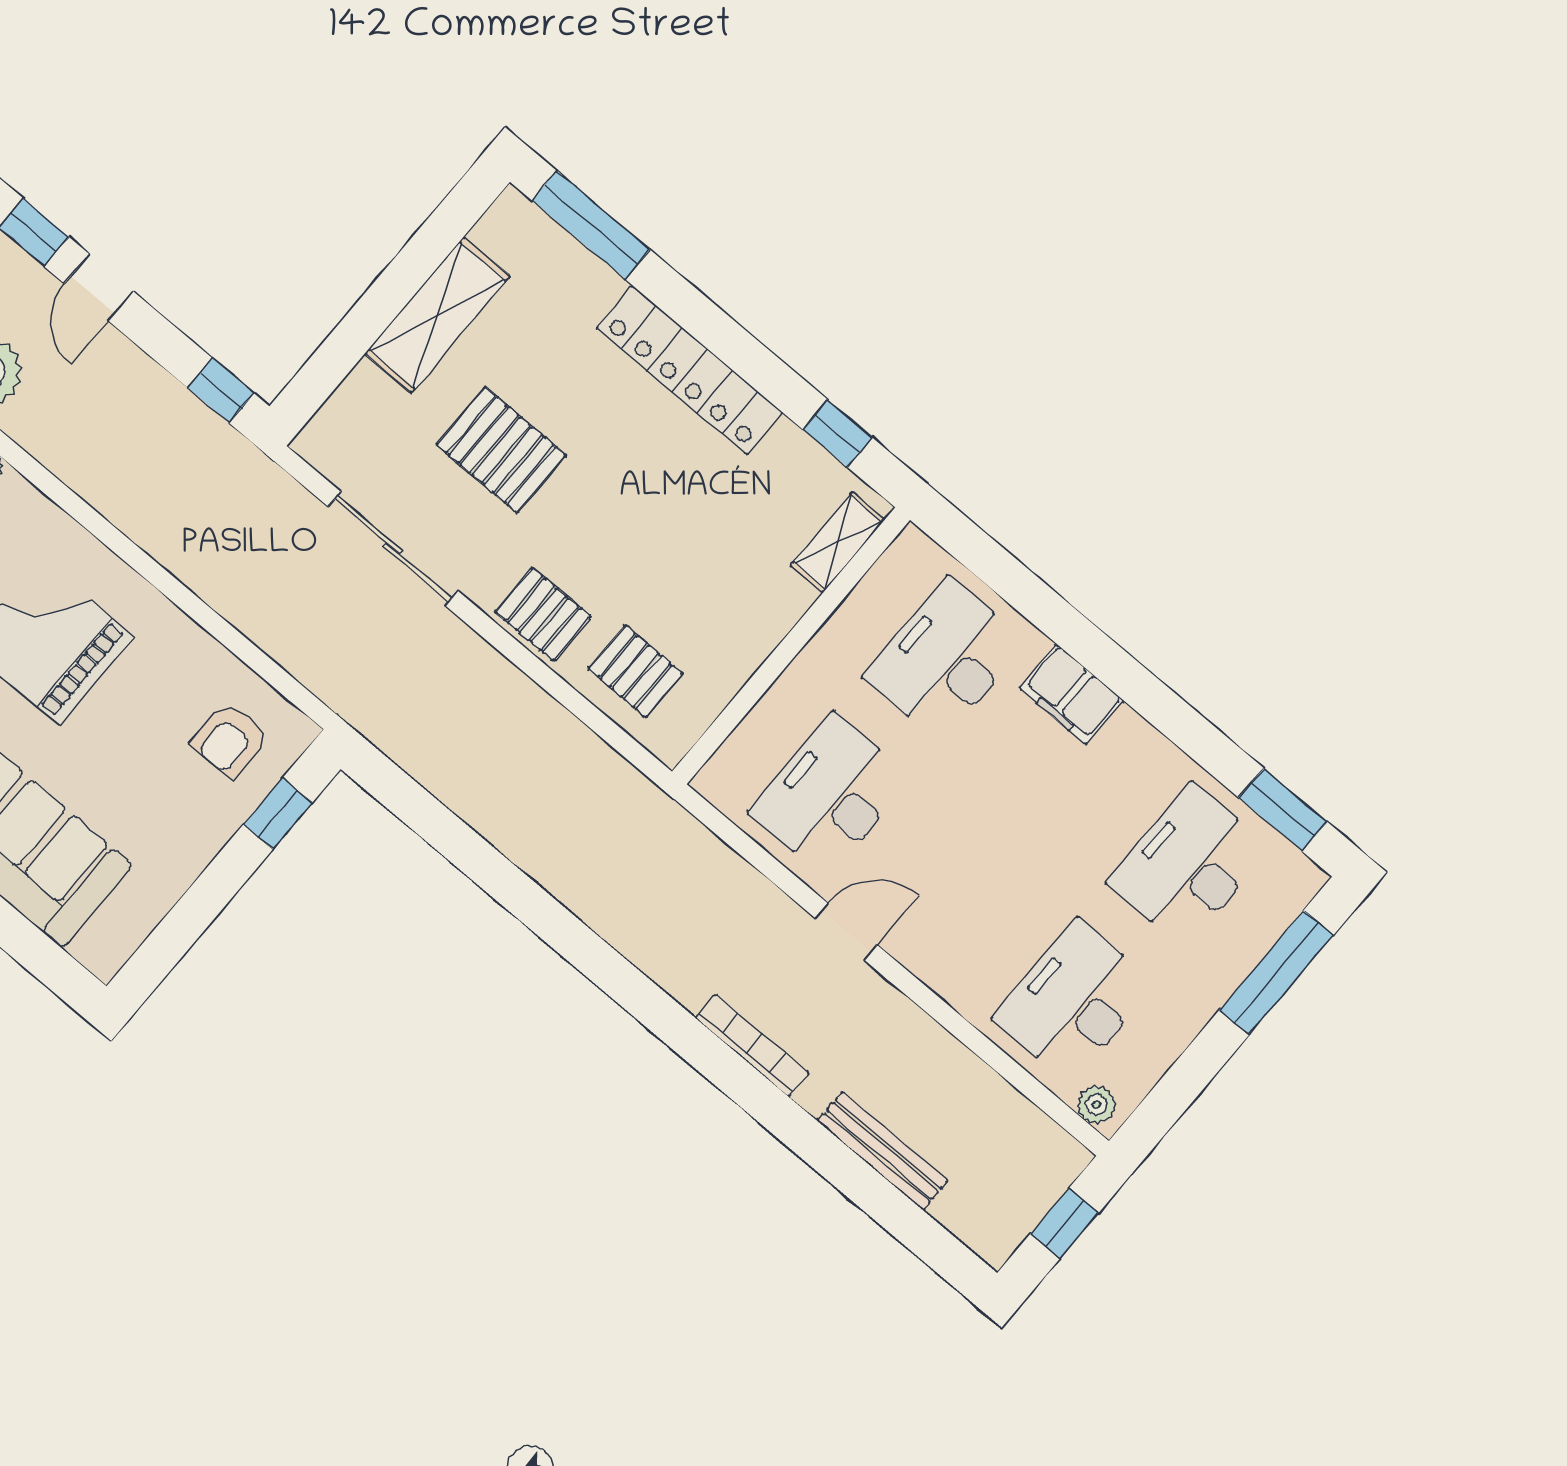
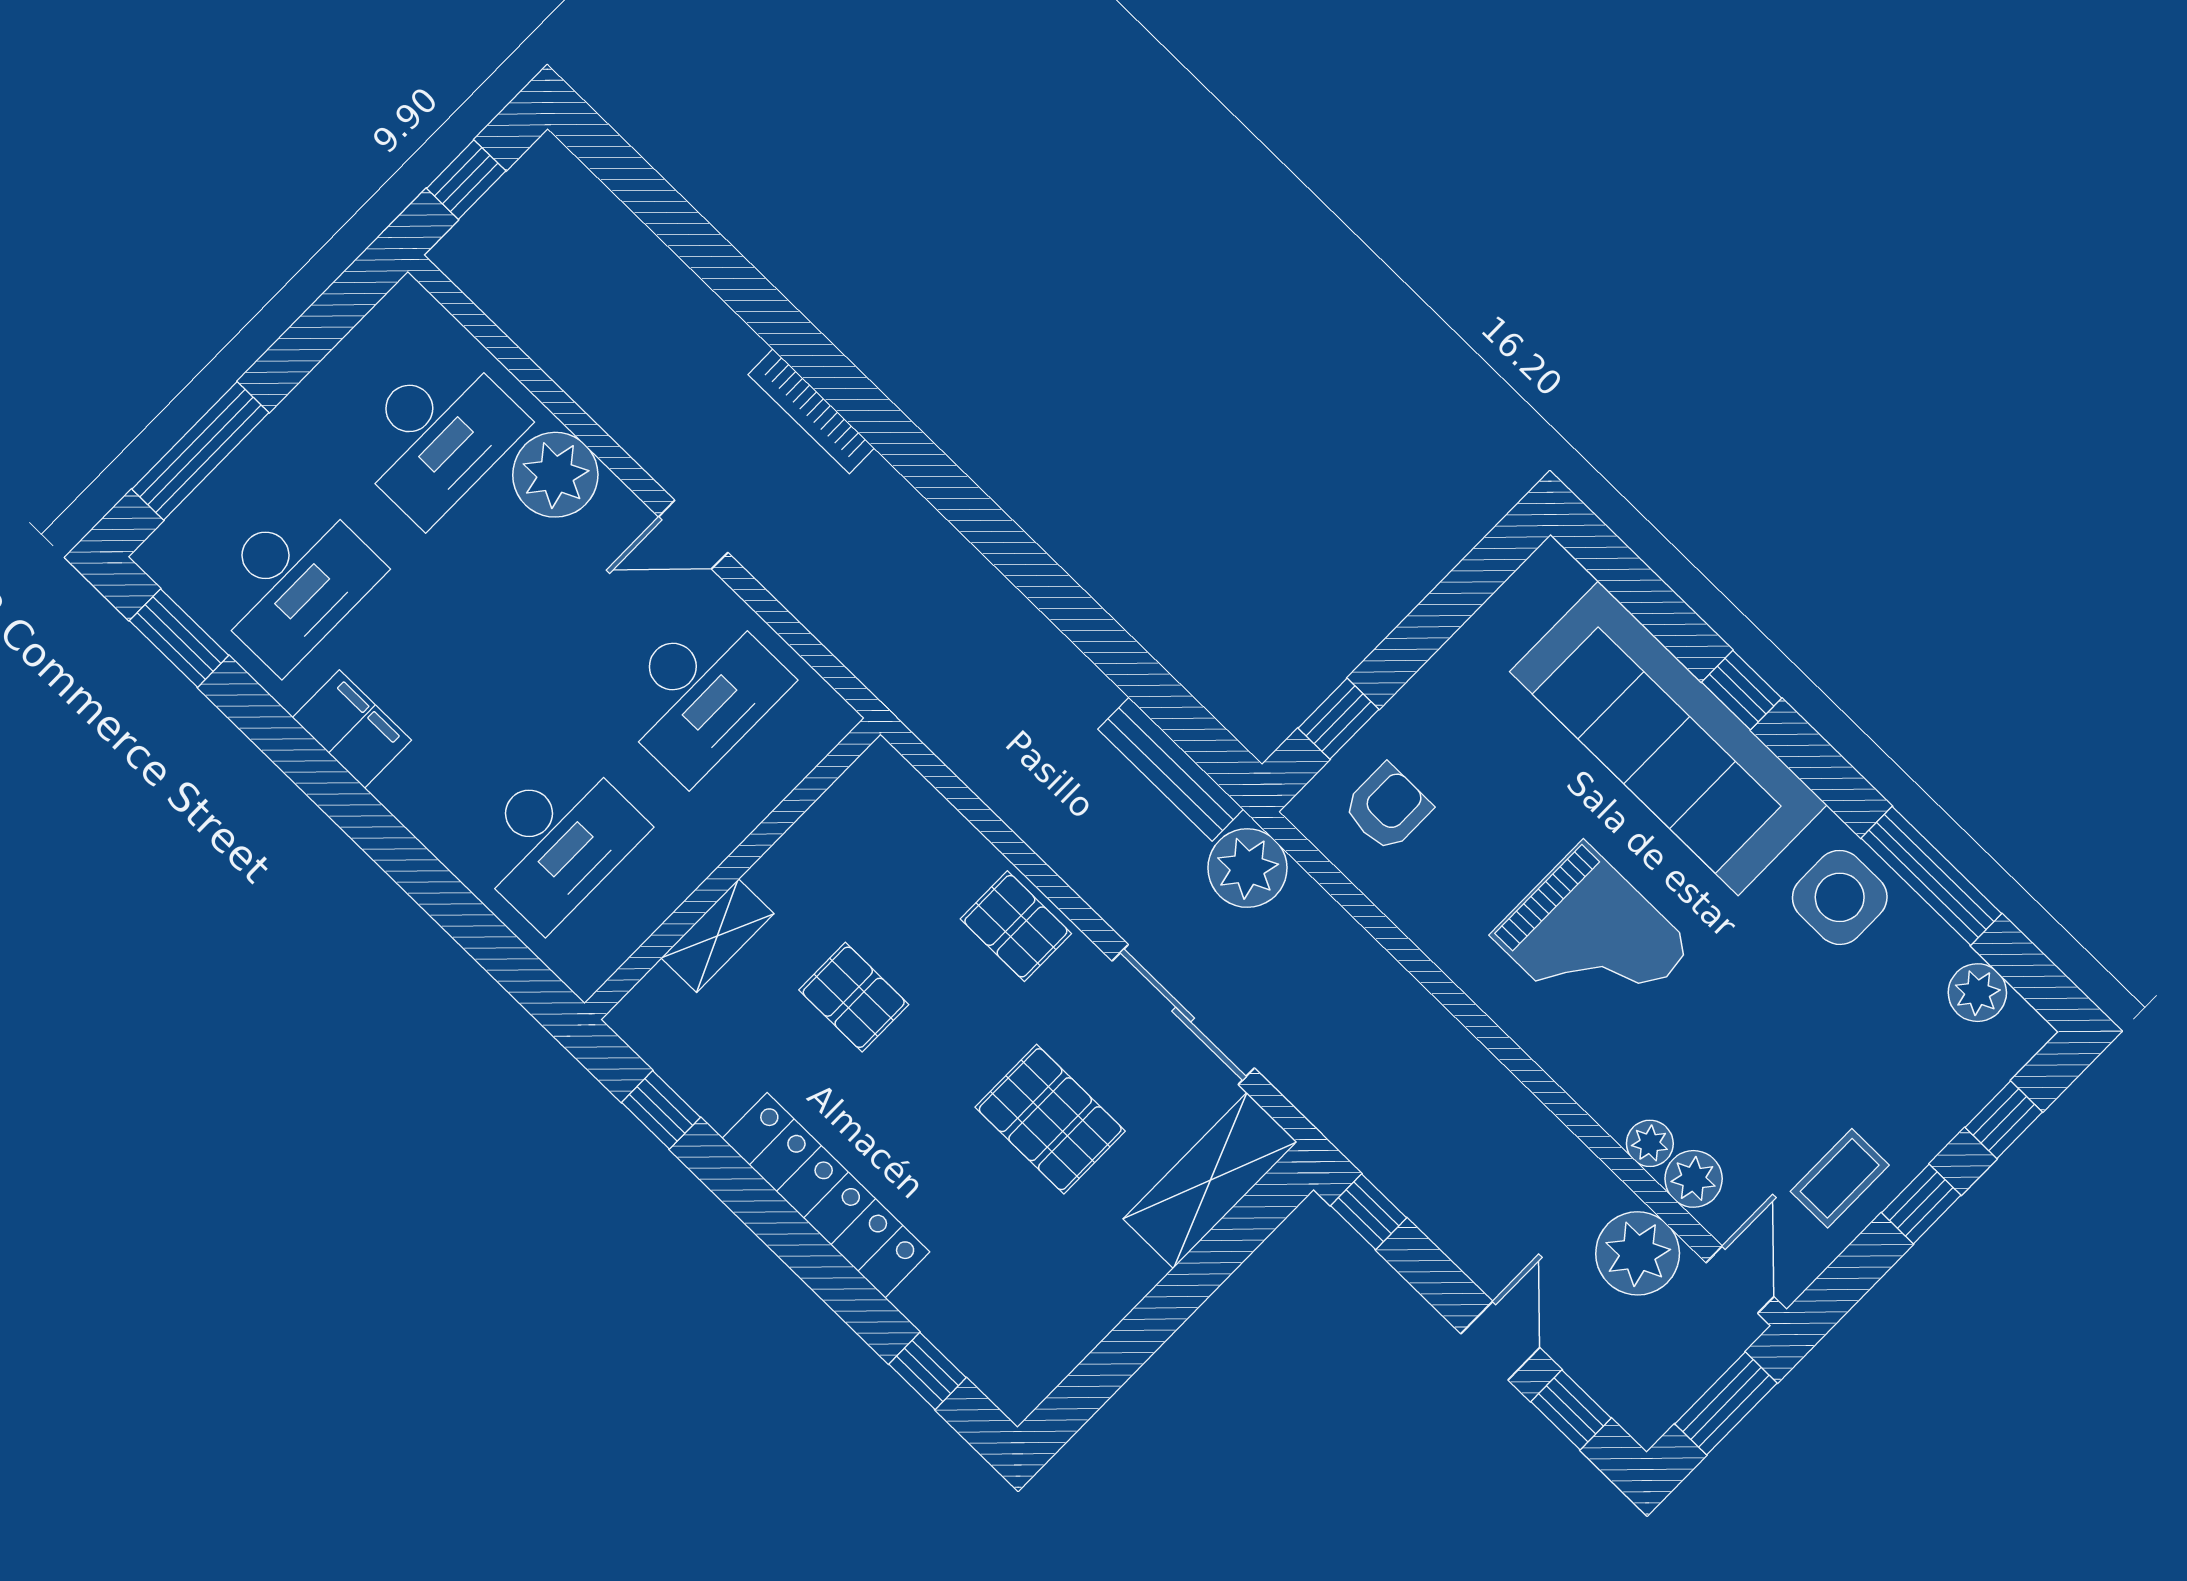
window: (591, 225) -> (927, 1371), width x0.46
shelving: (437, 315) -> (1210, 1180), moved
shelving: (838, 542) -> (717, 936), moved
pallet: (635, 671) -> (854, 997), moved
plant: (347, 679) -> (1247, 868), added
filing cabinet: (1071, 694) -> (352, 729), moved
plant: (1096, 1105) -> (555, 475), moved, width x1.87, depth x1.87
bench: (883, 1151) -> (1171, 769), moved

